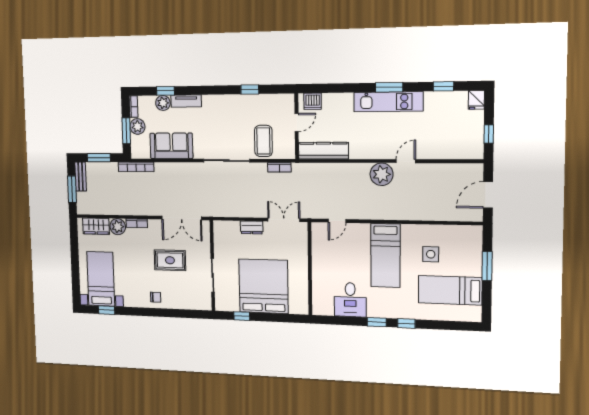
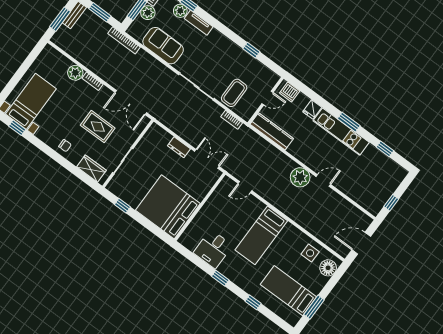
fridge: (476, 100) -> (312, 109), moved
wardrobe: (96, 226) -> (91, 169), moved, turned 180
floor lamp: (473, 242) -> (328, 268), added
side table: (431, 254) -> (310, 253), moved
window: (487, 266) -> (314, 307), moved
bed: (263, 286) -> (168, 207), moved, turned -90
window: (406, 323) -> (253, 302), moved

